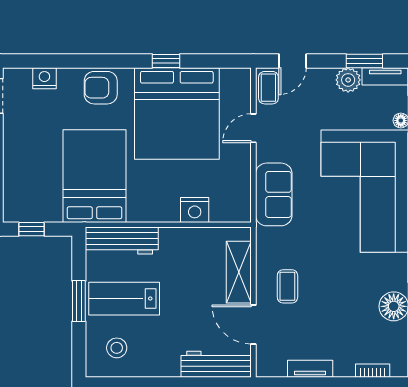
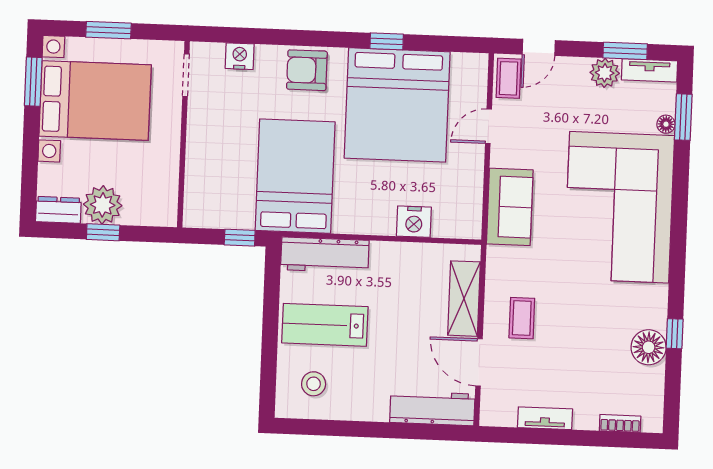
window: (32, 229) -> (240, 238), moved
window: (79, 301) -> (270, 326), removed

